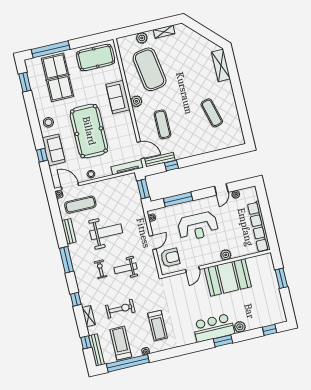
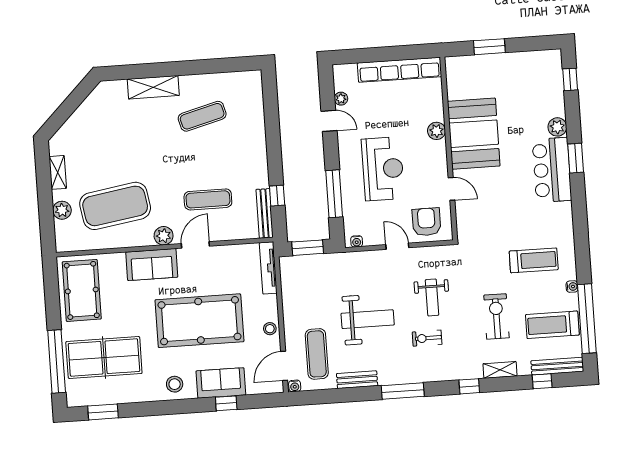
shelving: (221, 65) -> (153, 87), moved
door: (141, 150) -> (195, 245), moved
weight bench: (106, 232) -> (368, 319), turned 90

